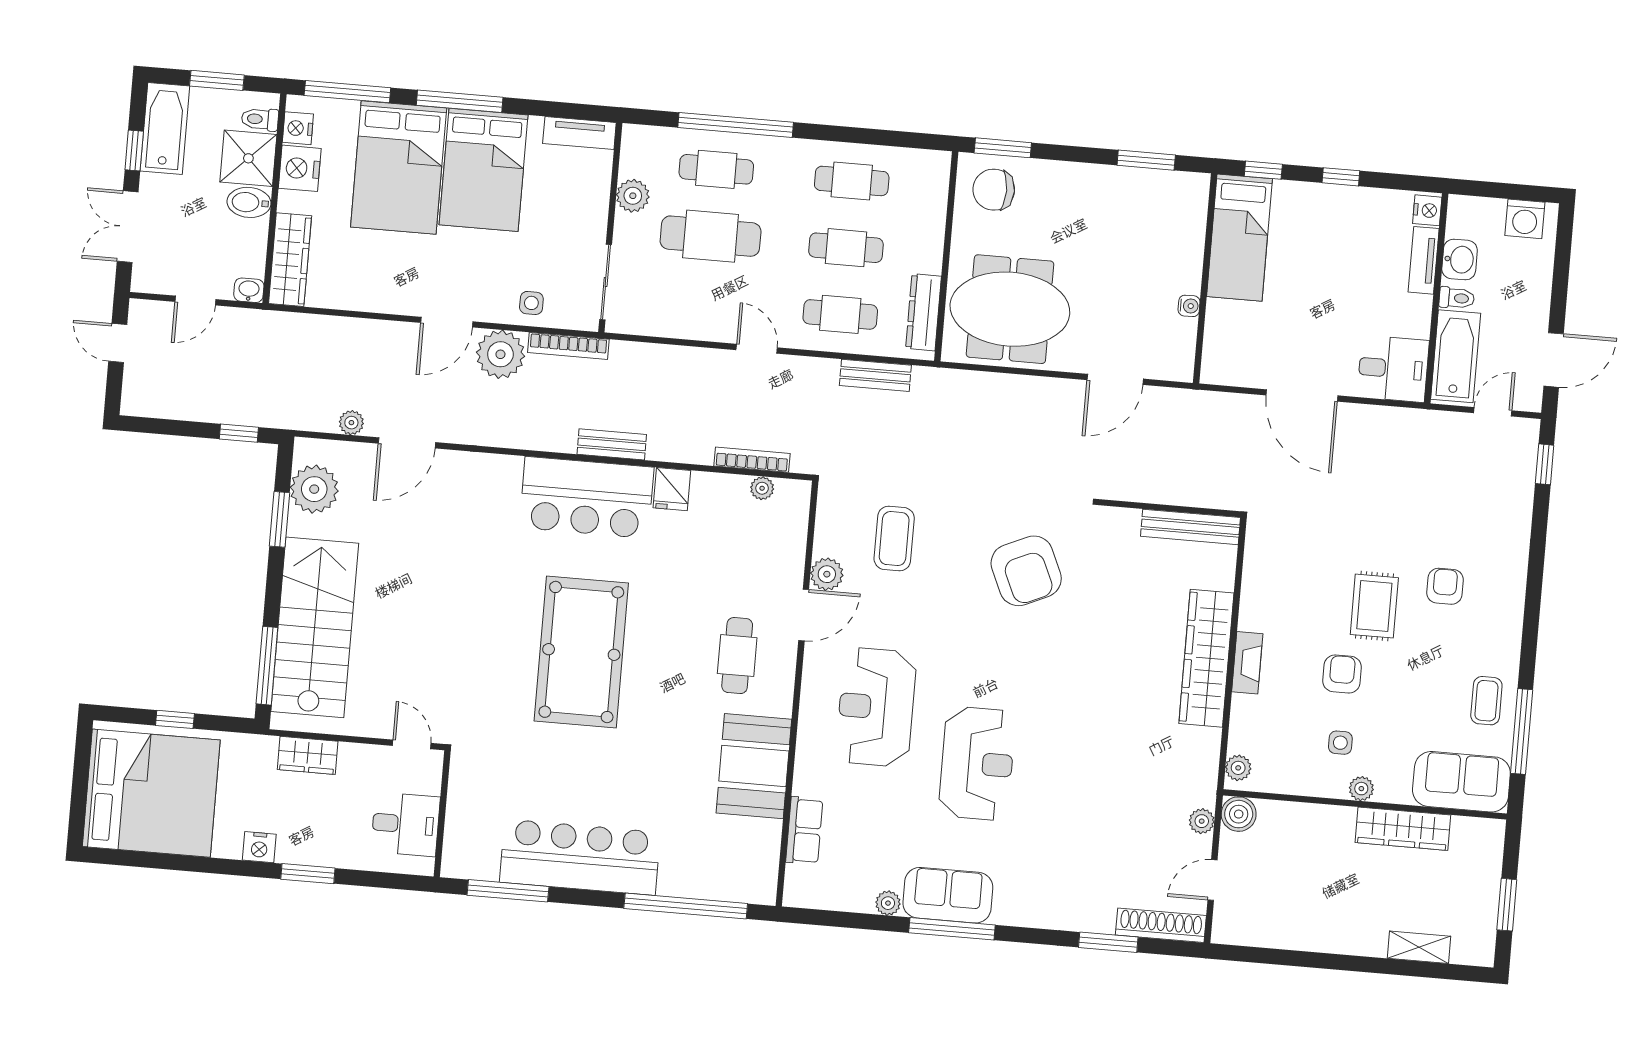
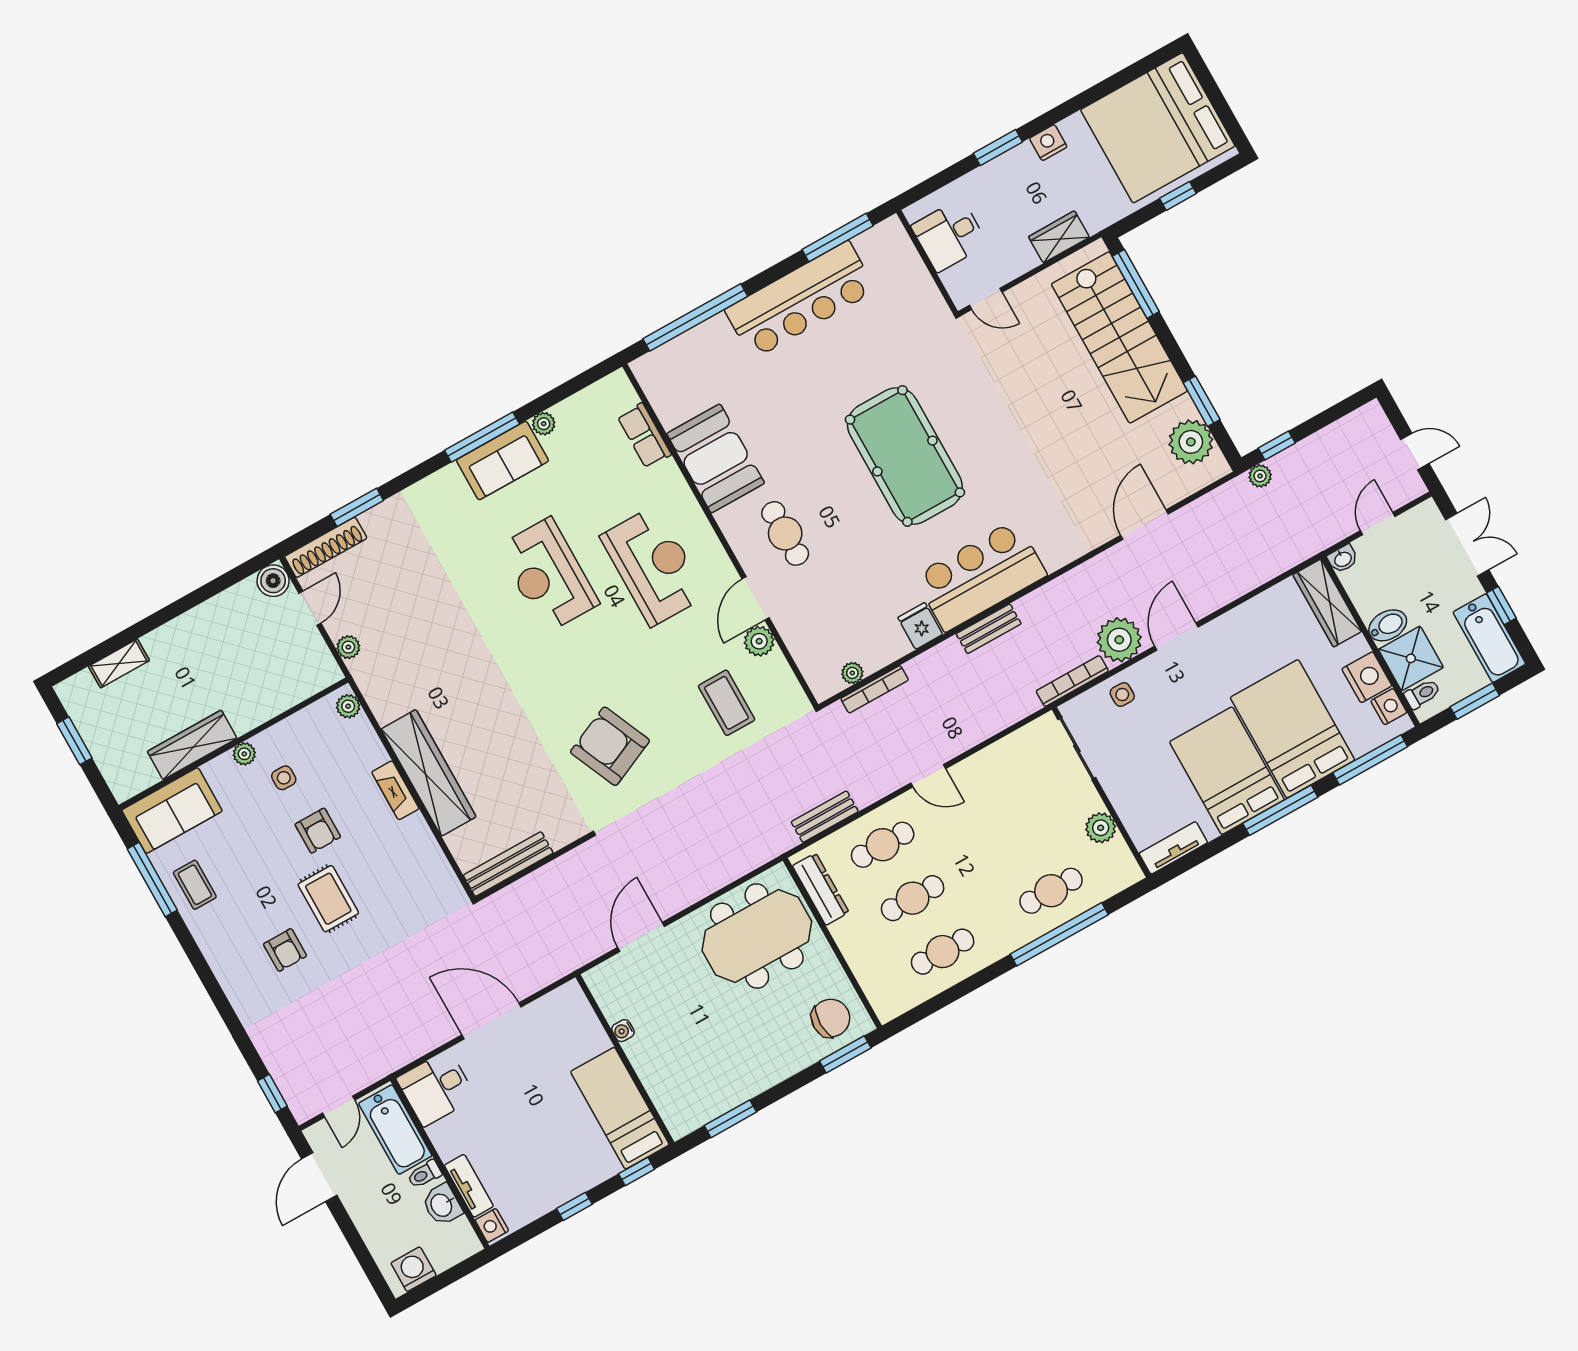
cafe table: (711, 236) -> (1021, 837), removed
plant: (351, 423) -> (1260, 476), moved
boiler: (1239, 814) -> (273, 581), moved

